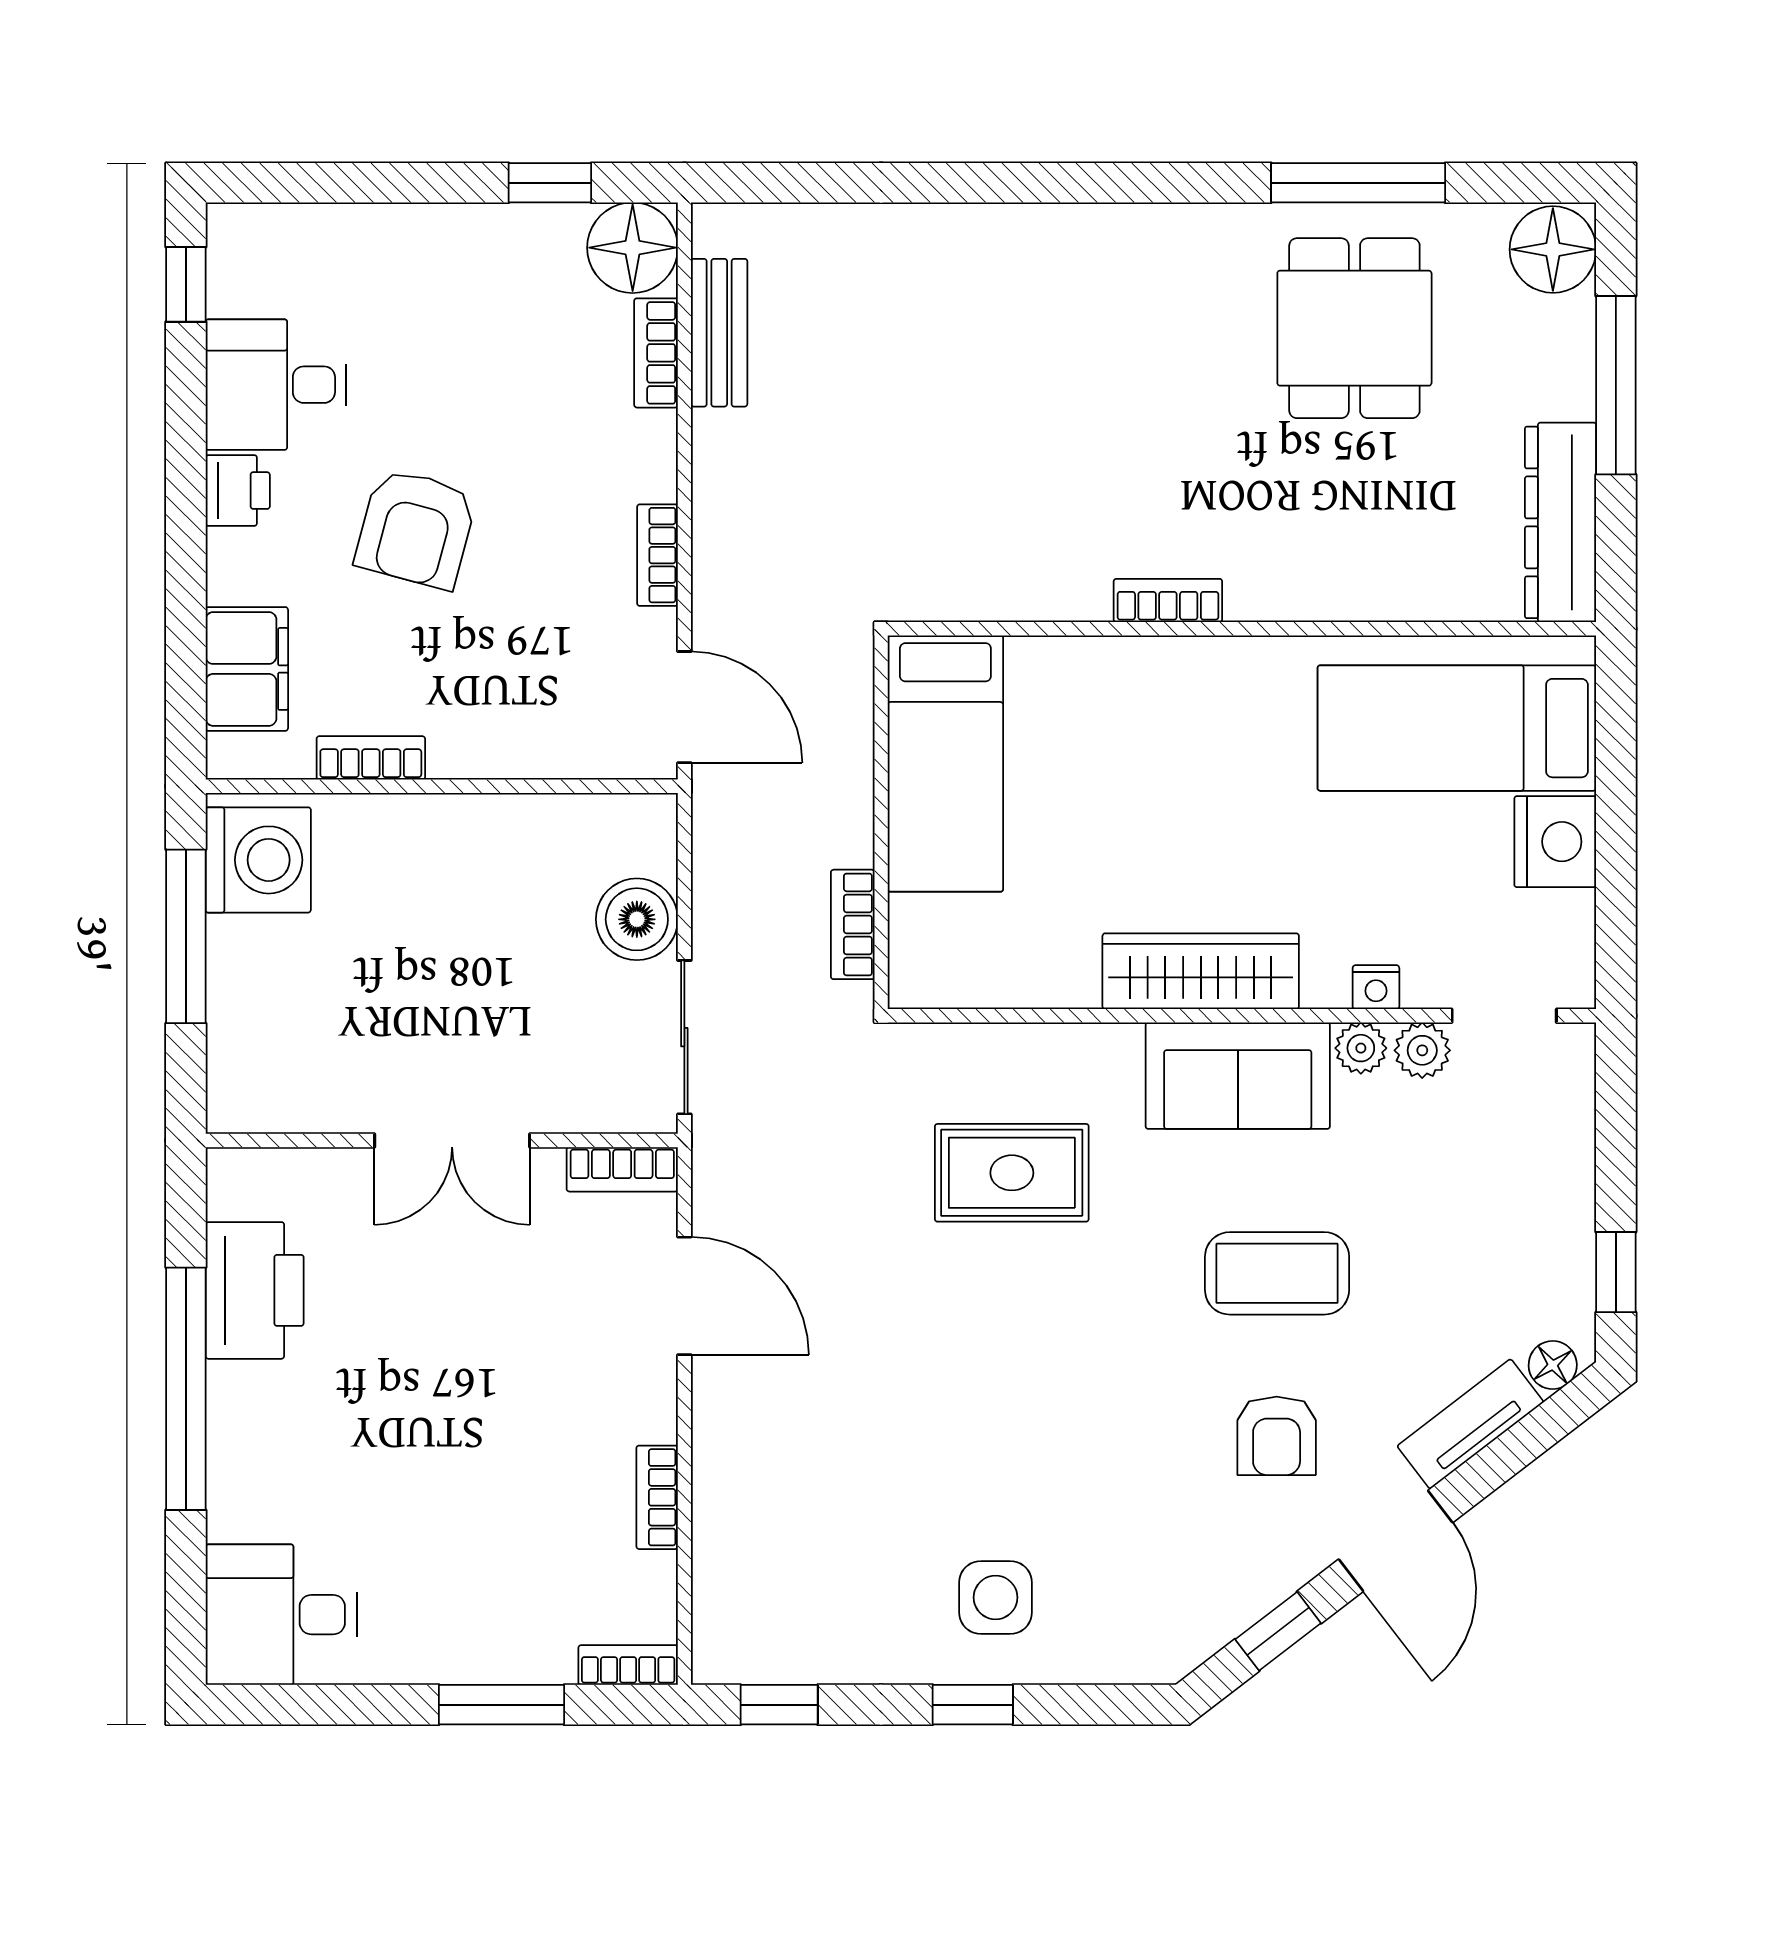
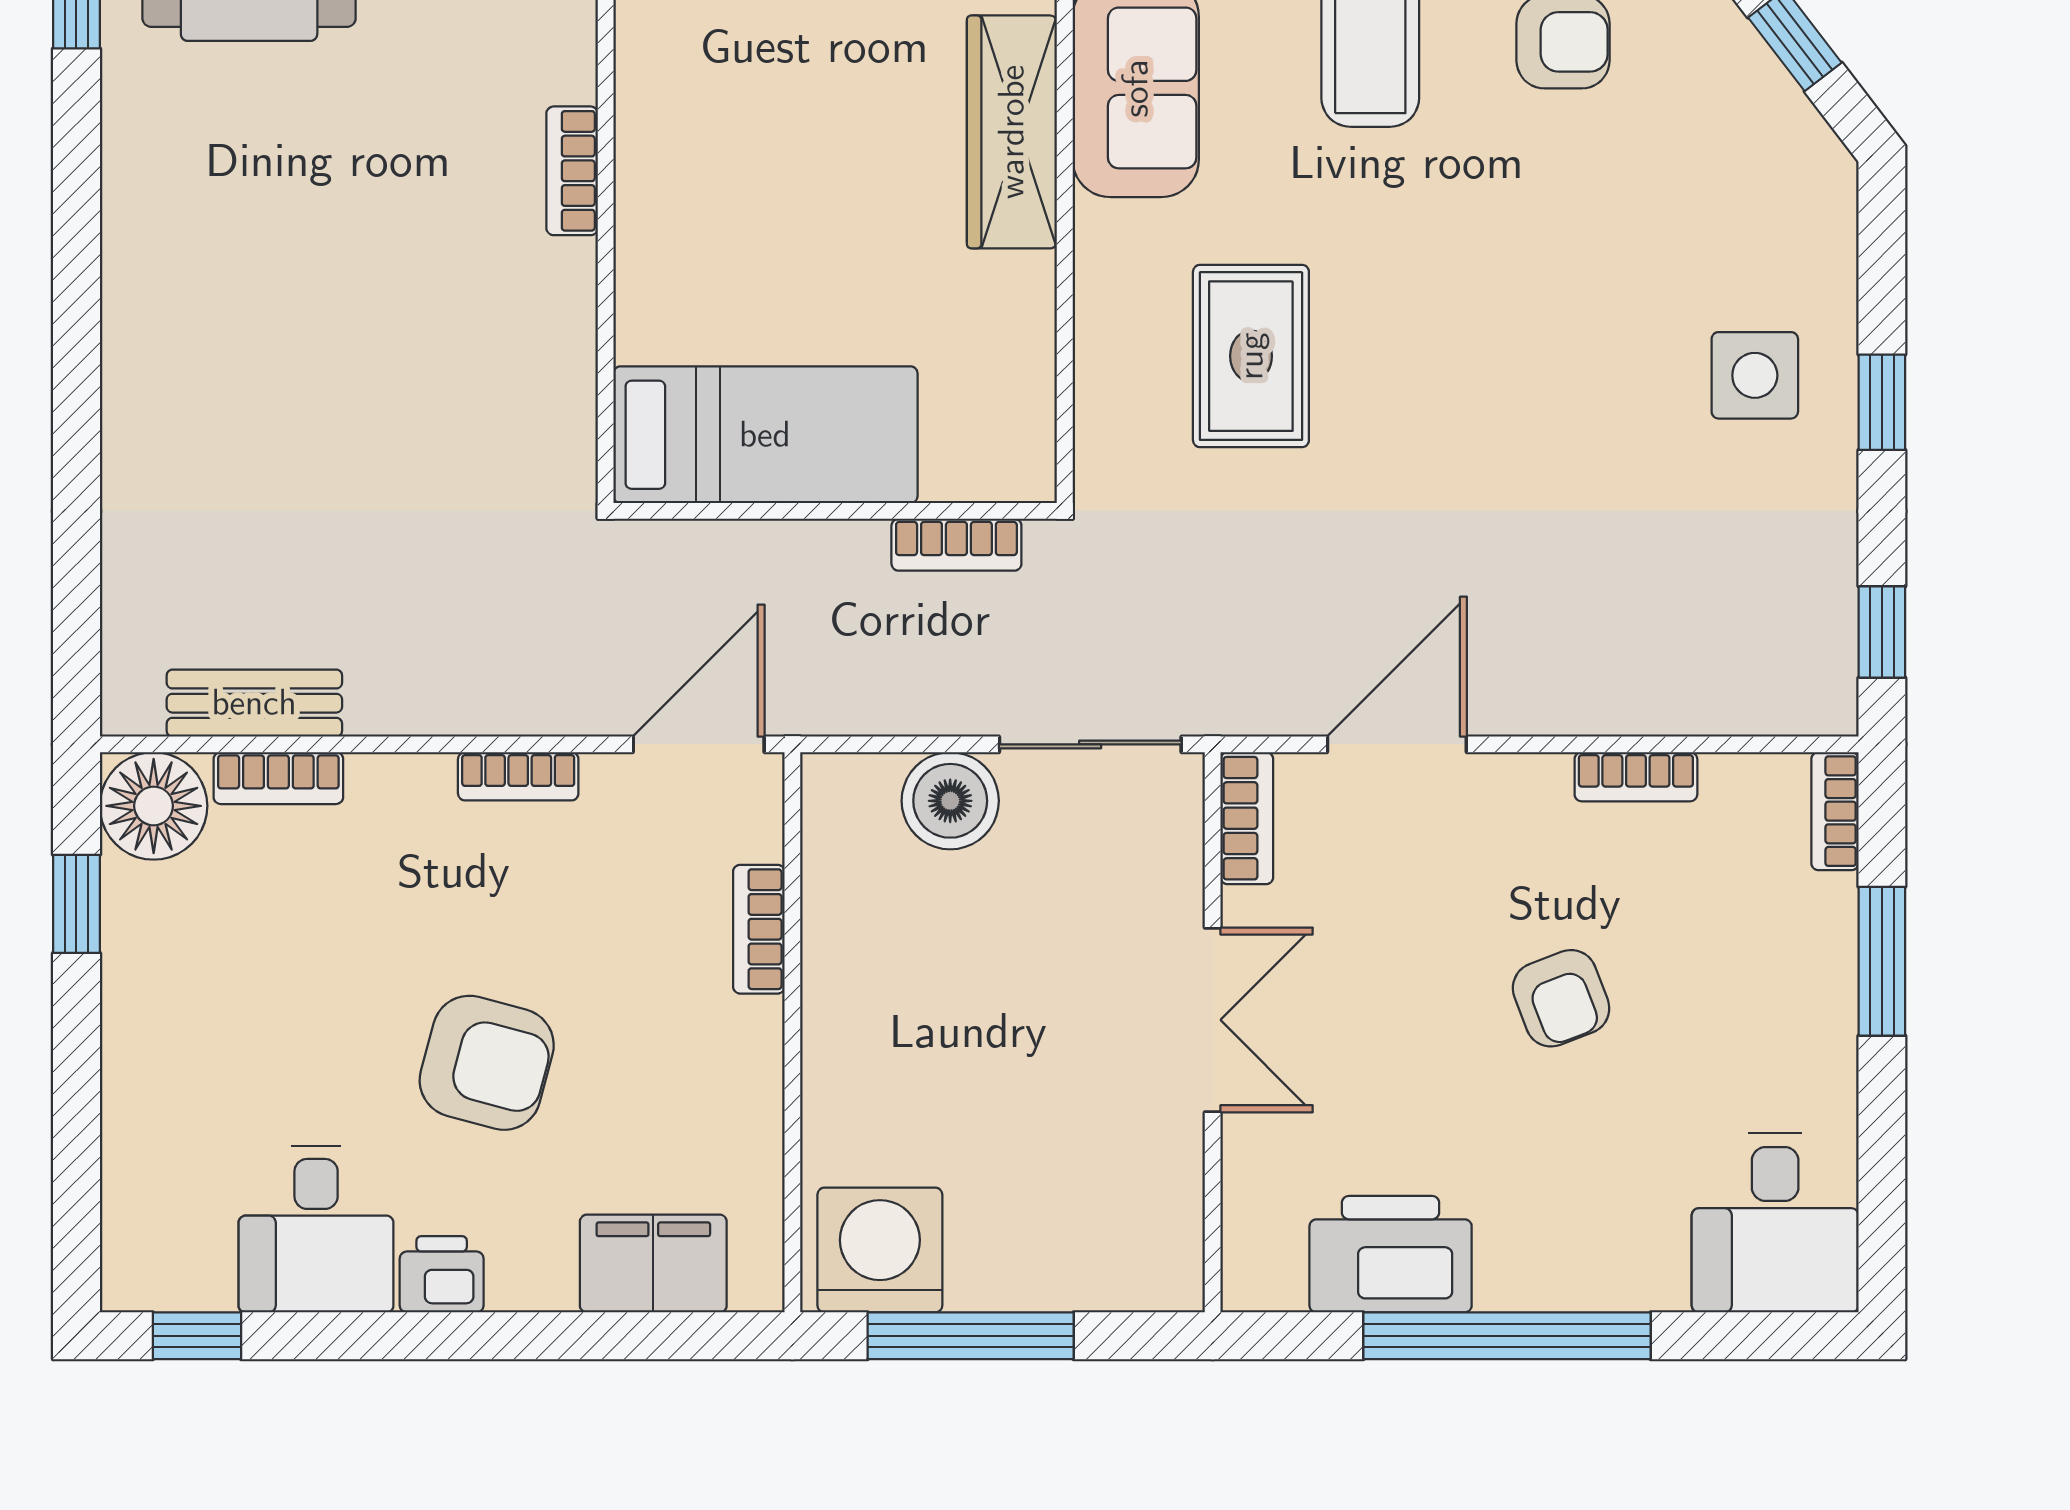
bookcase: (371, 758) -> (759, 929), moved
armchair: (470, 1434) -> (1561, 998), added

